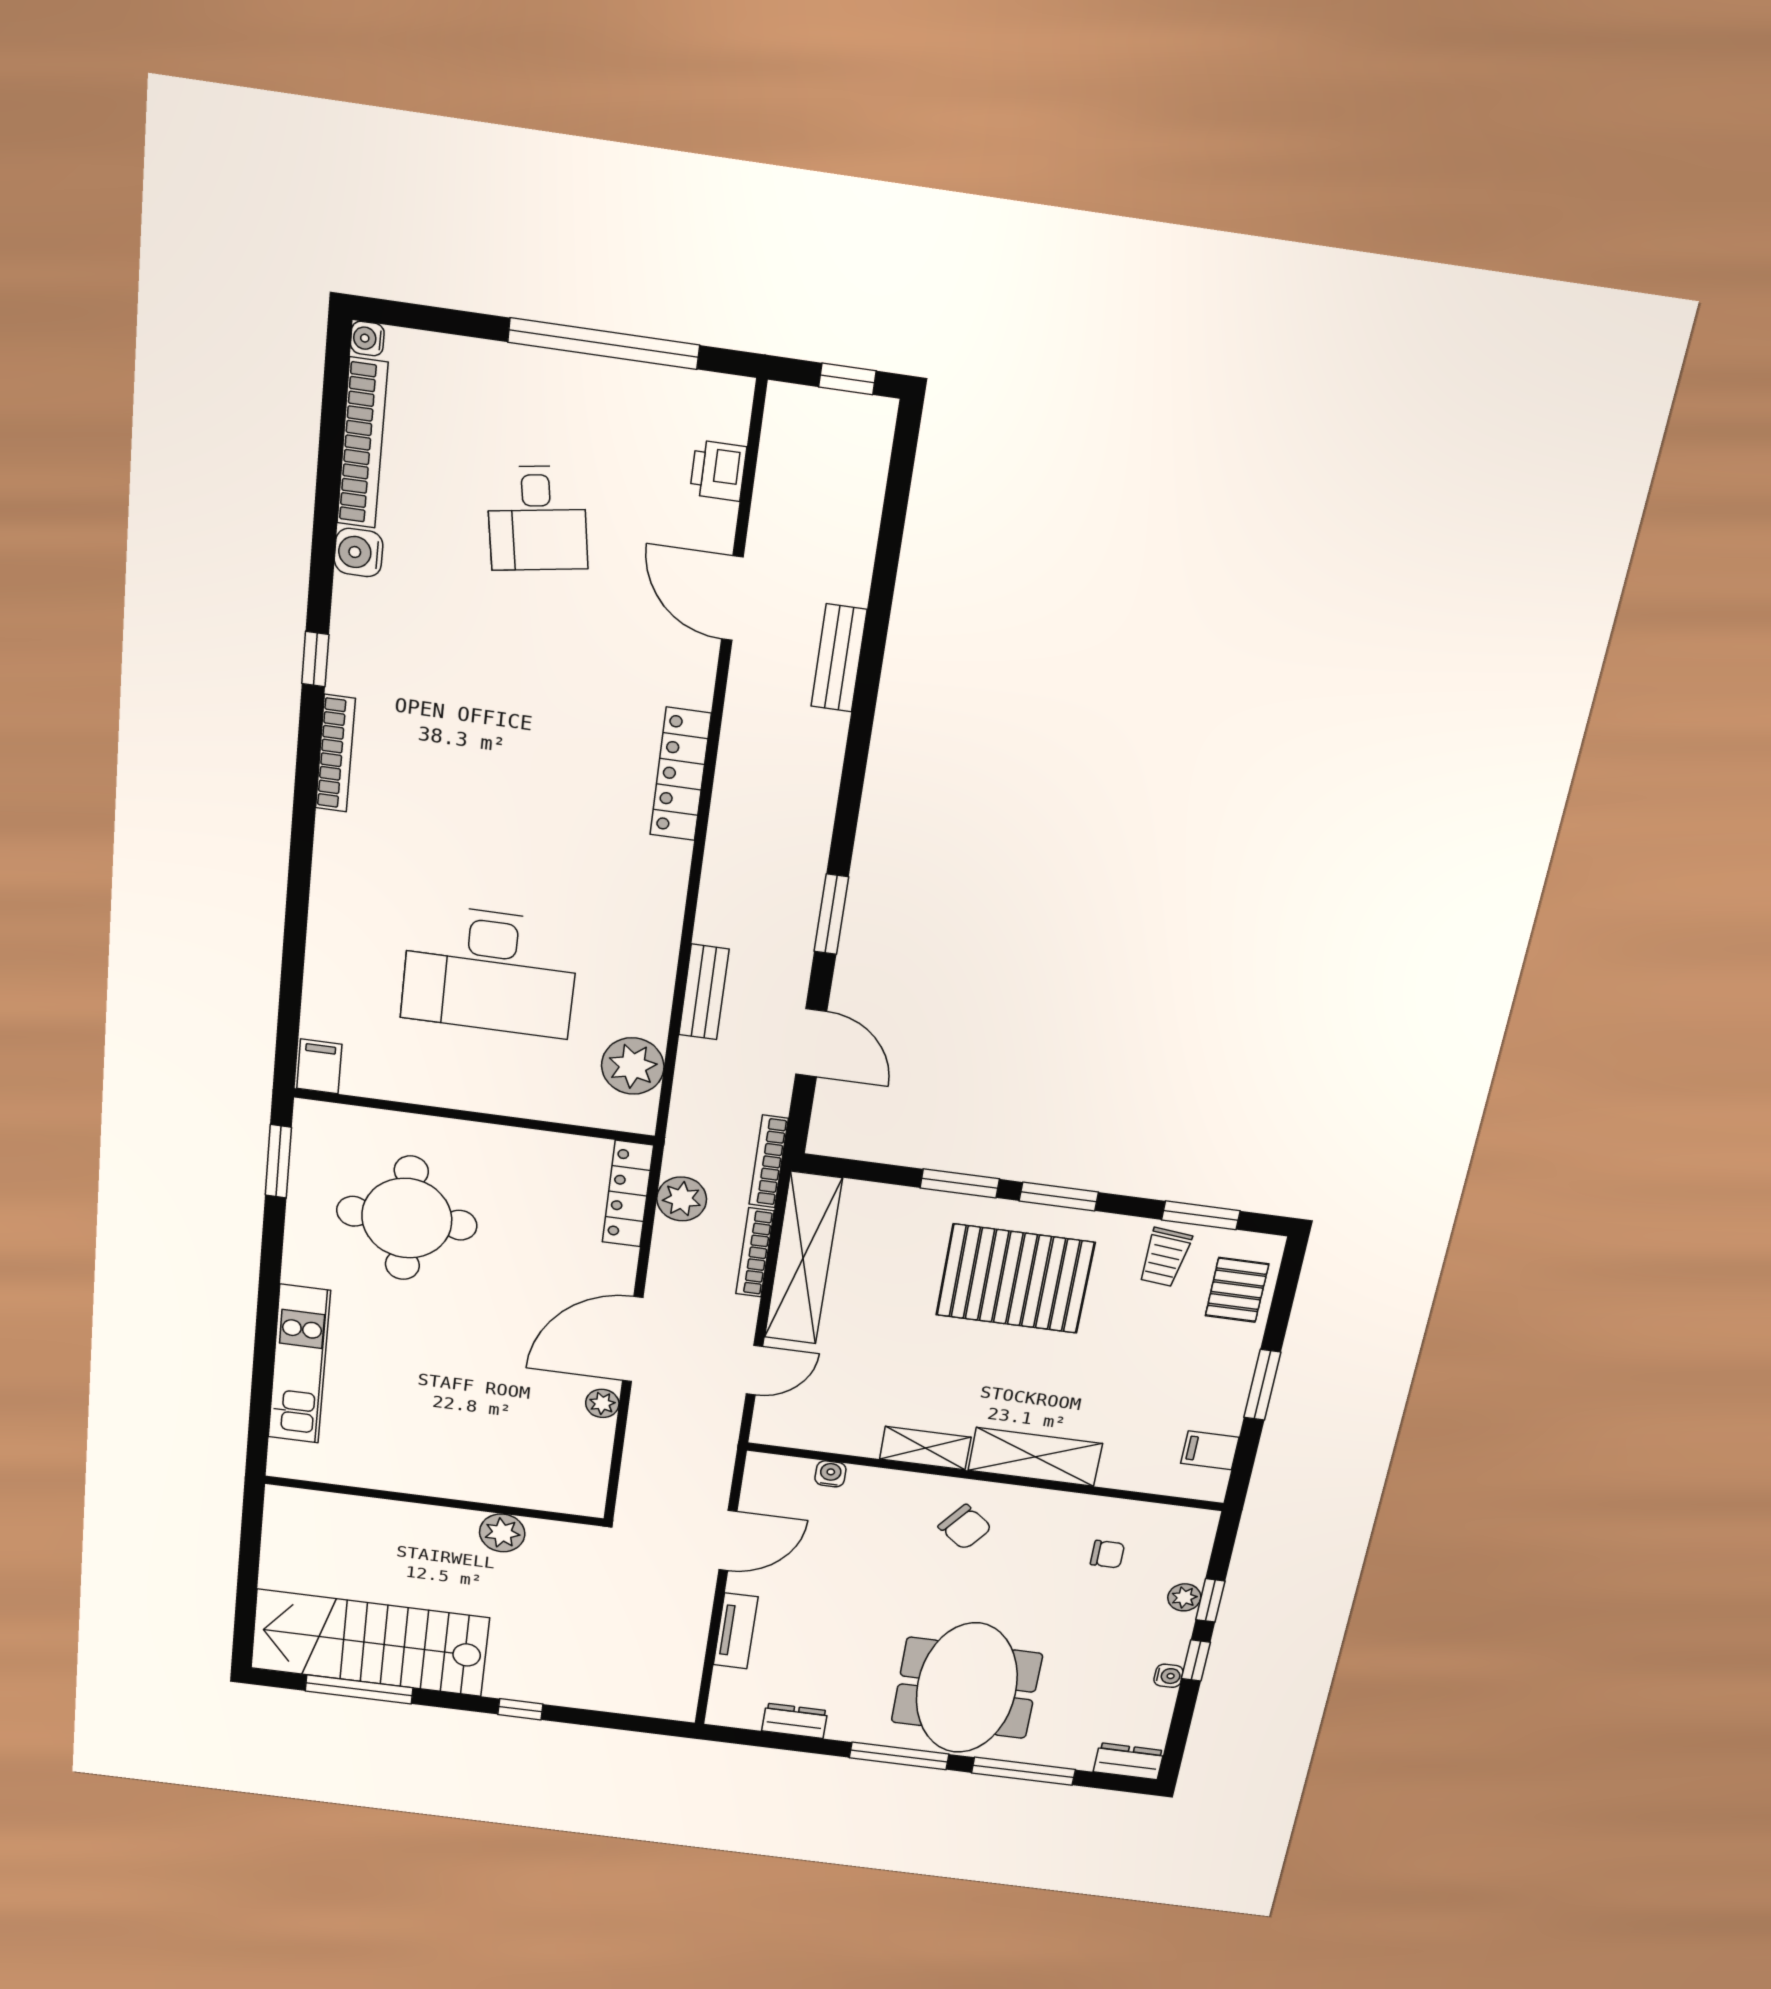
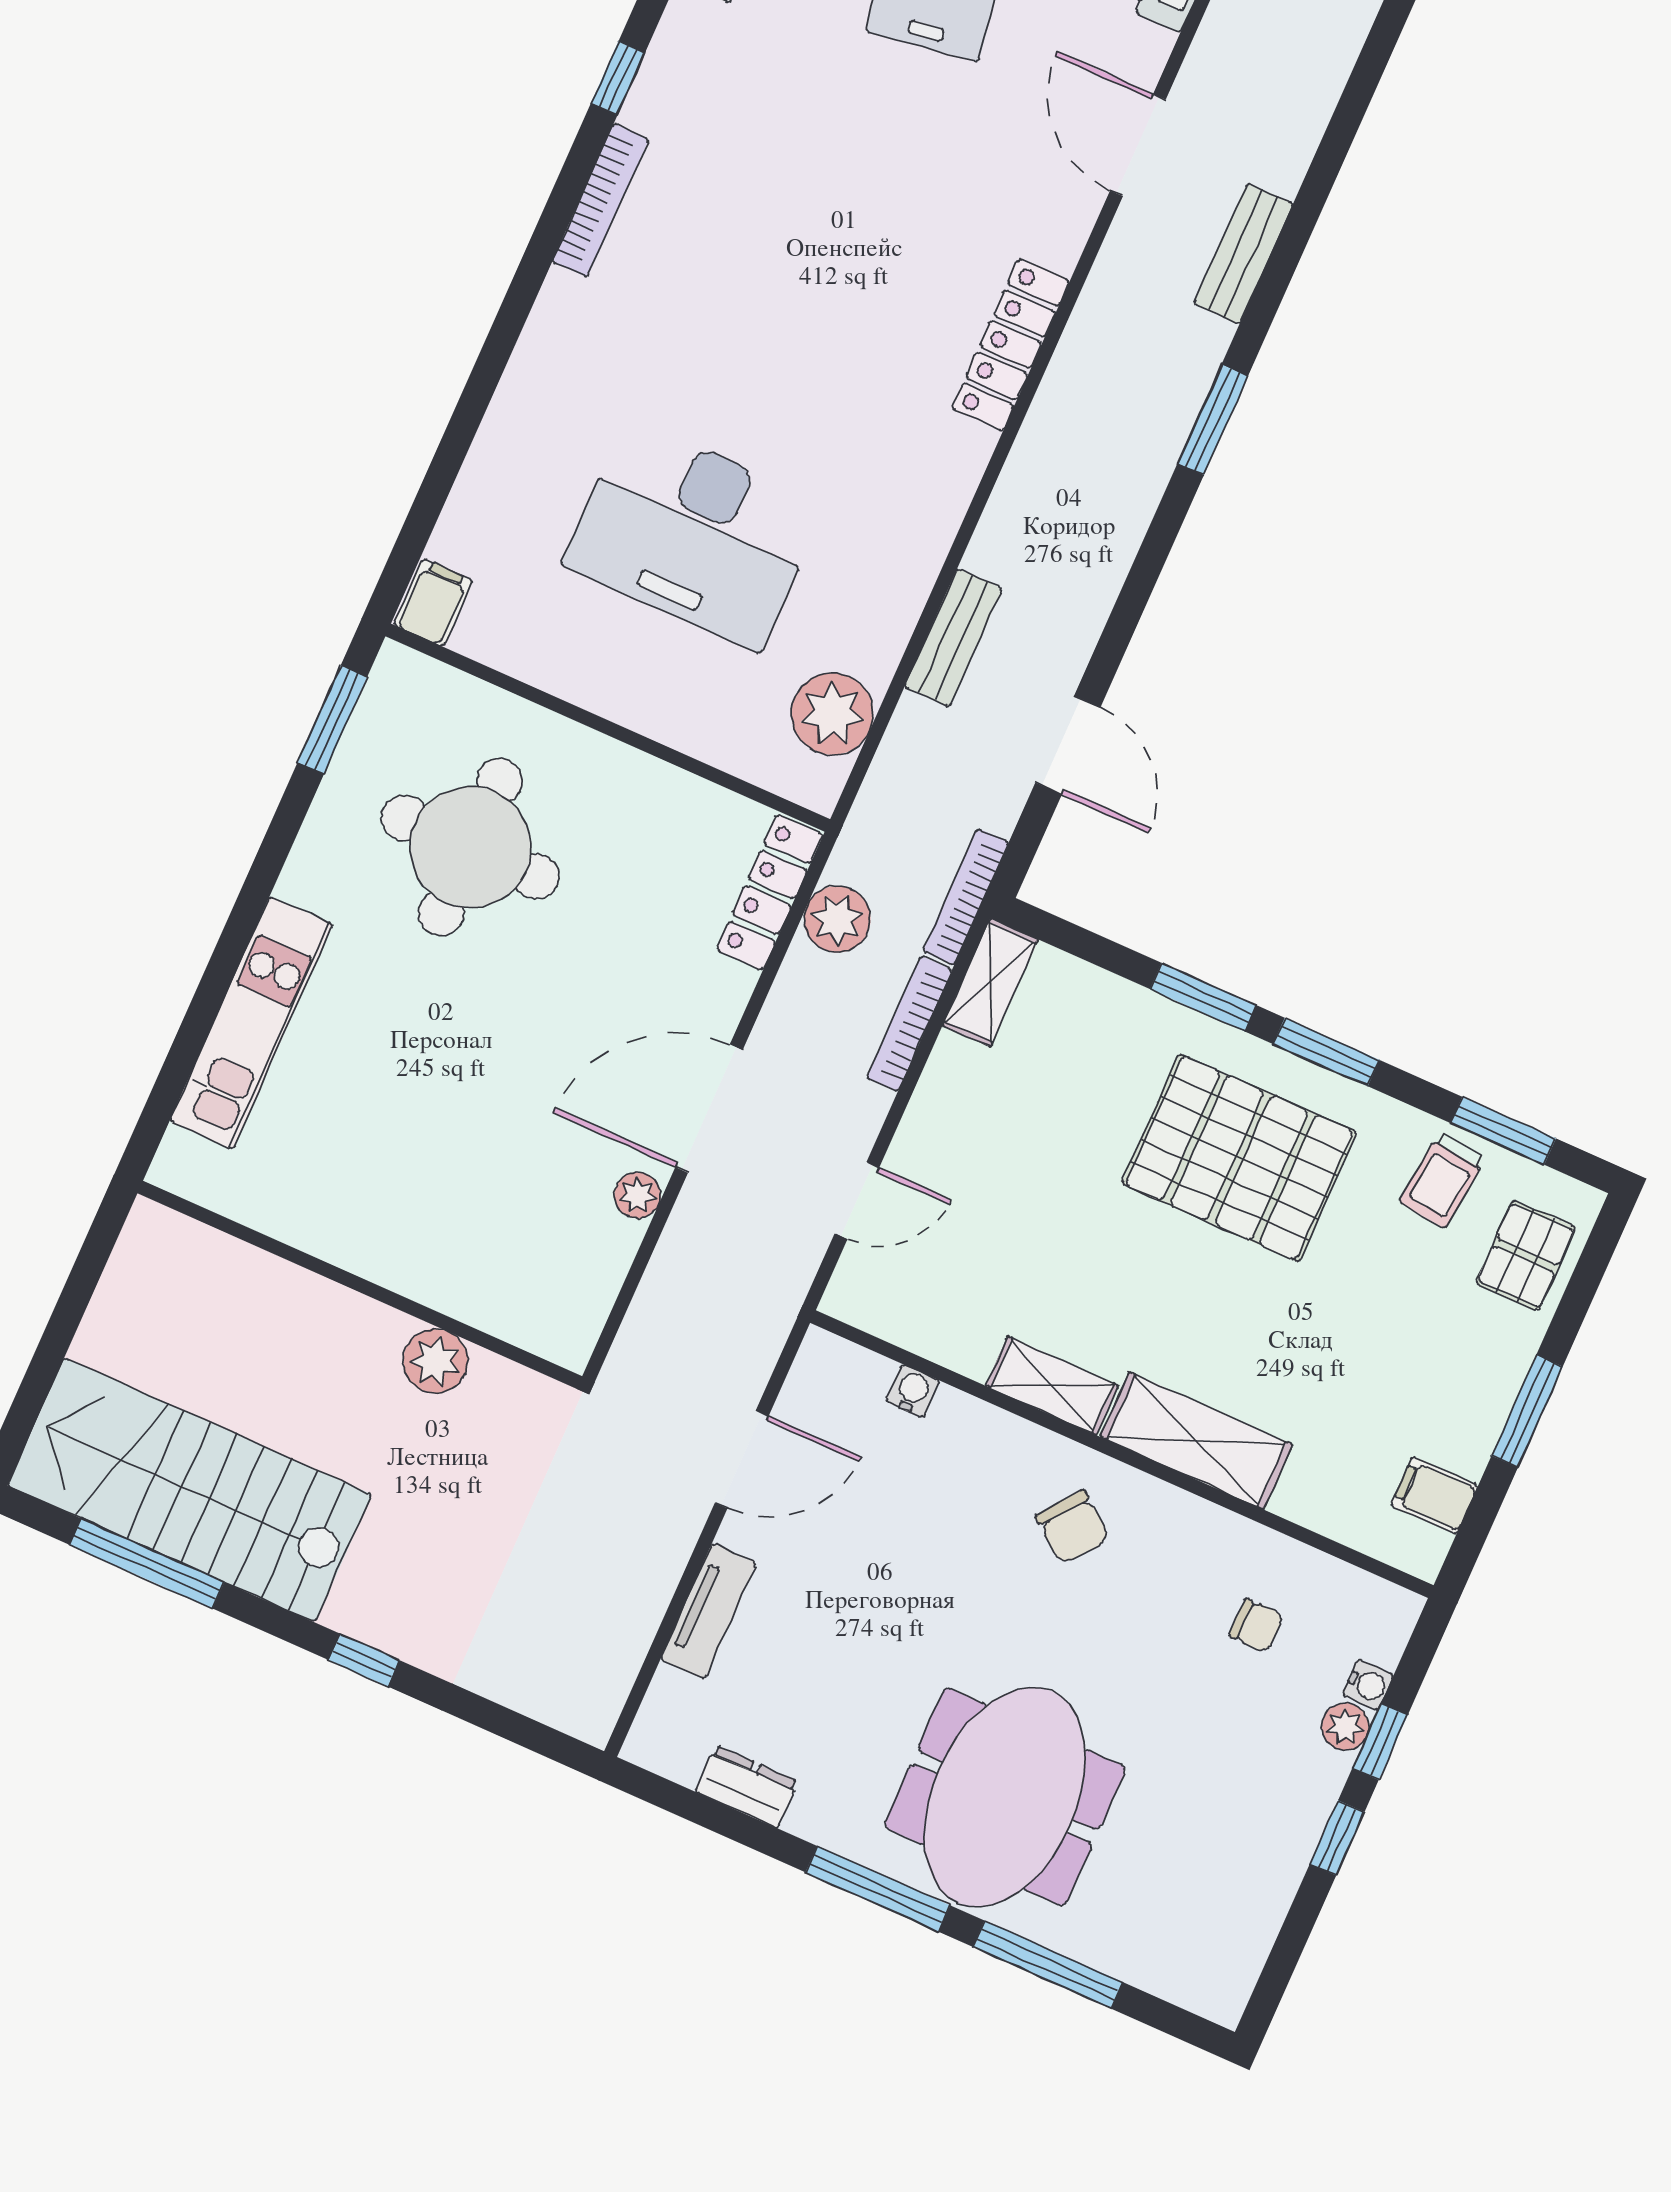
window: (831, 914) -> (1213, 420), moved
shelving: (803, 1258) -> (991, 982), width x0.45, depth x0.75
water cooler: (1168, 1676) -> (1368, 1685), moved
dresser: (1129, 1761) -> (1202, 1988), removed

